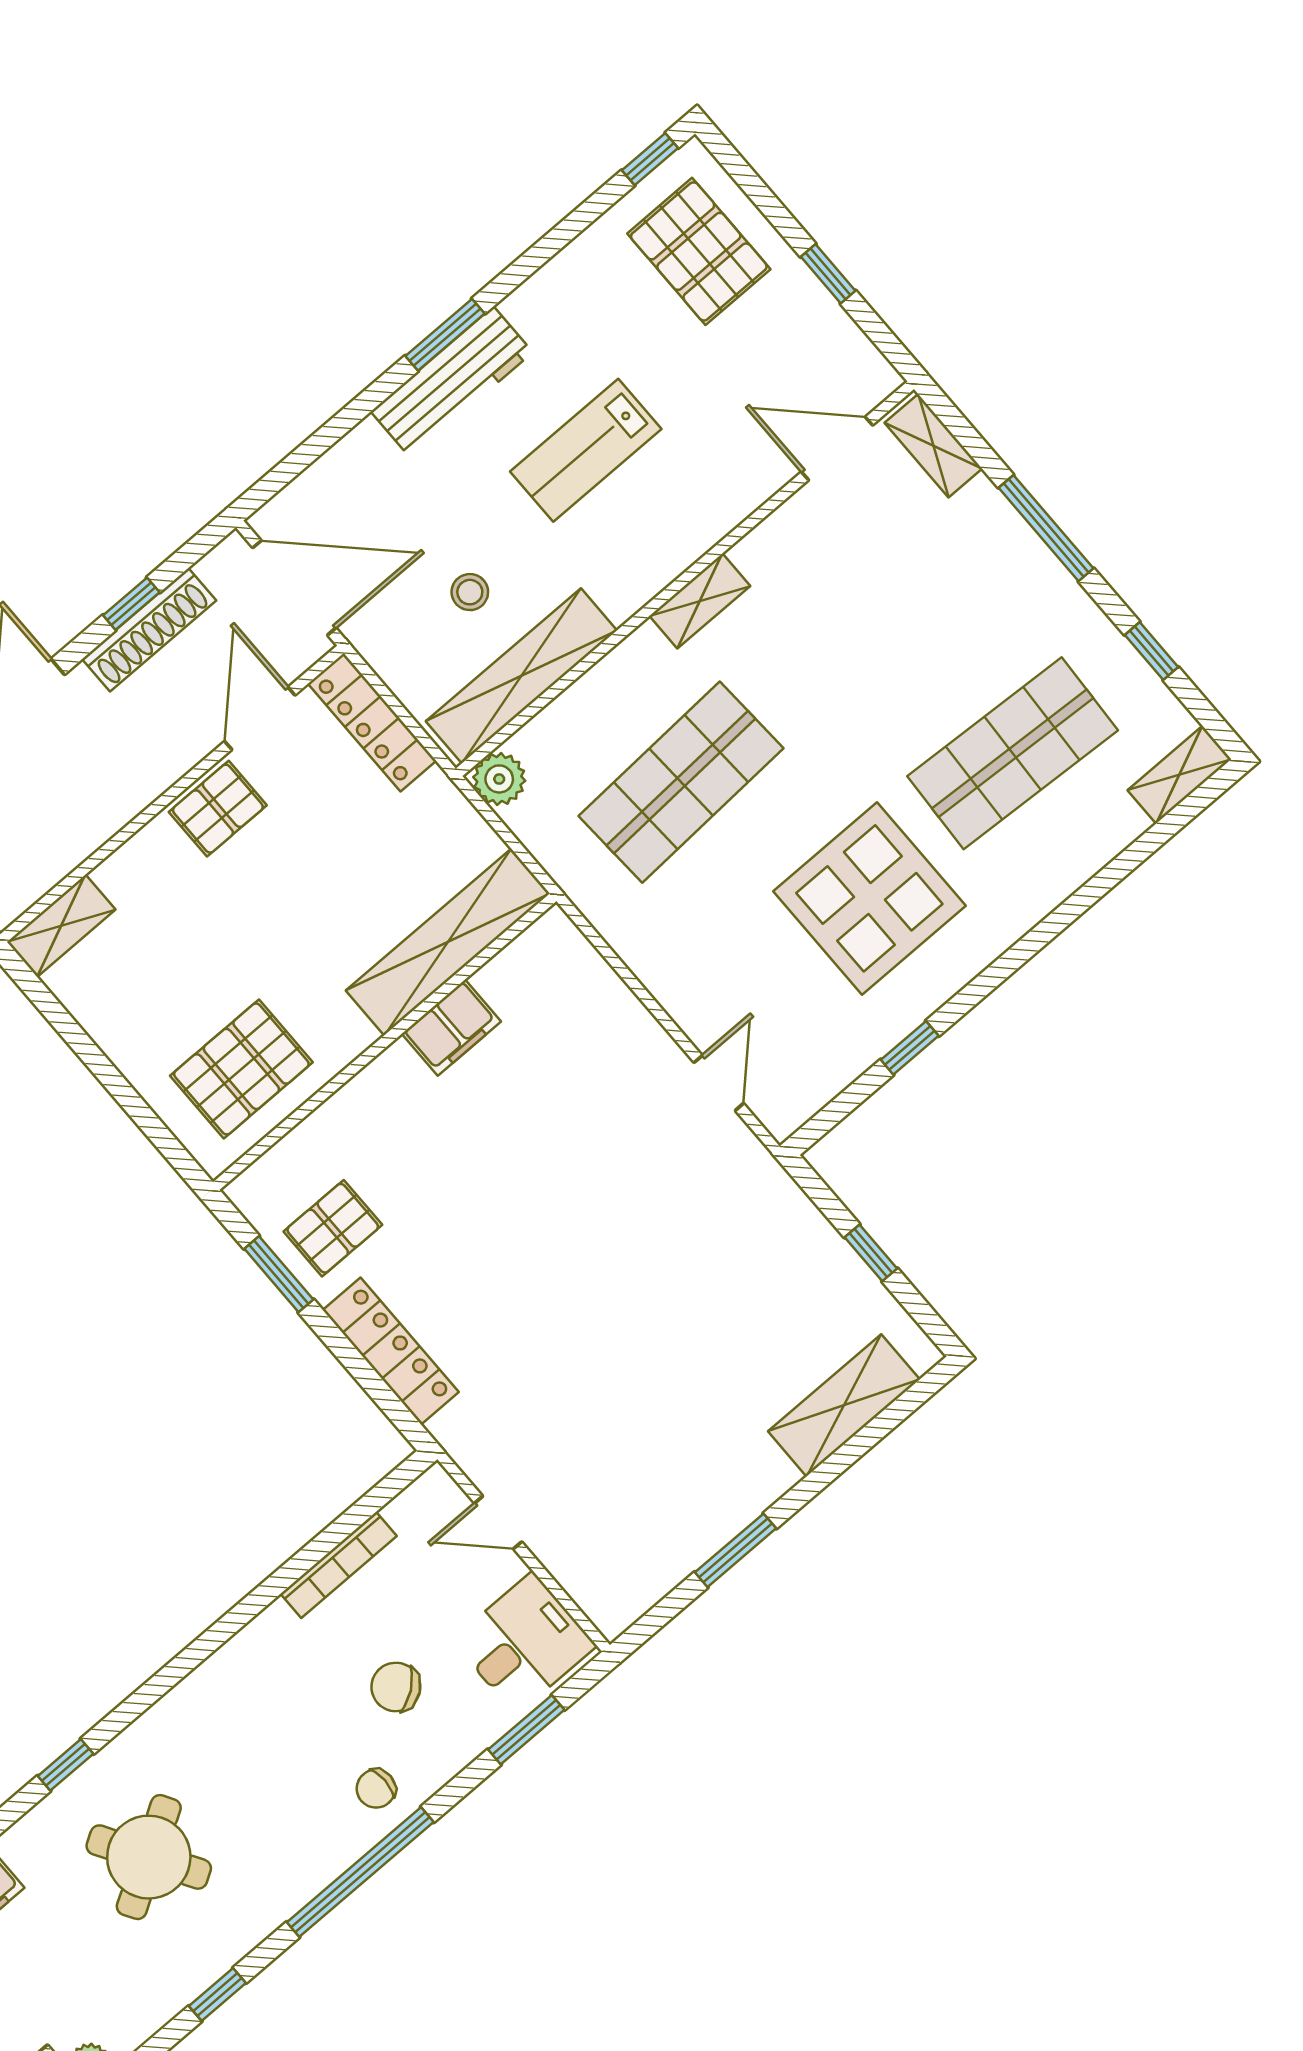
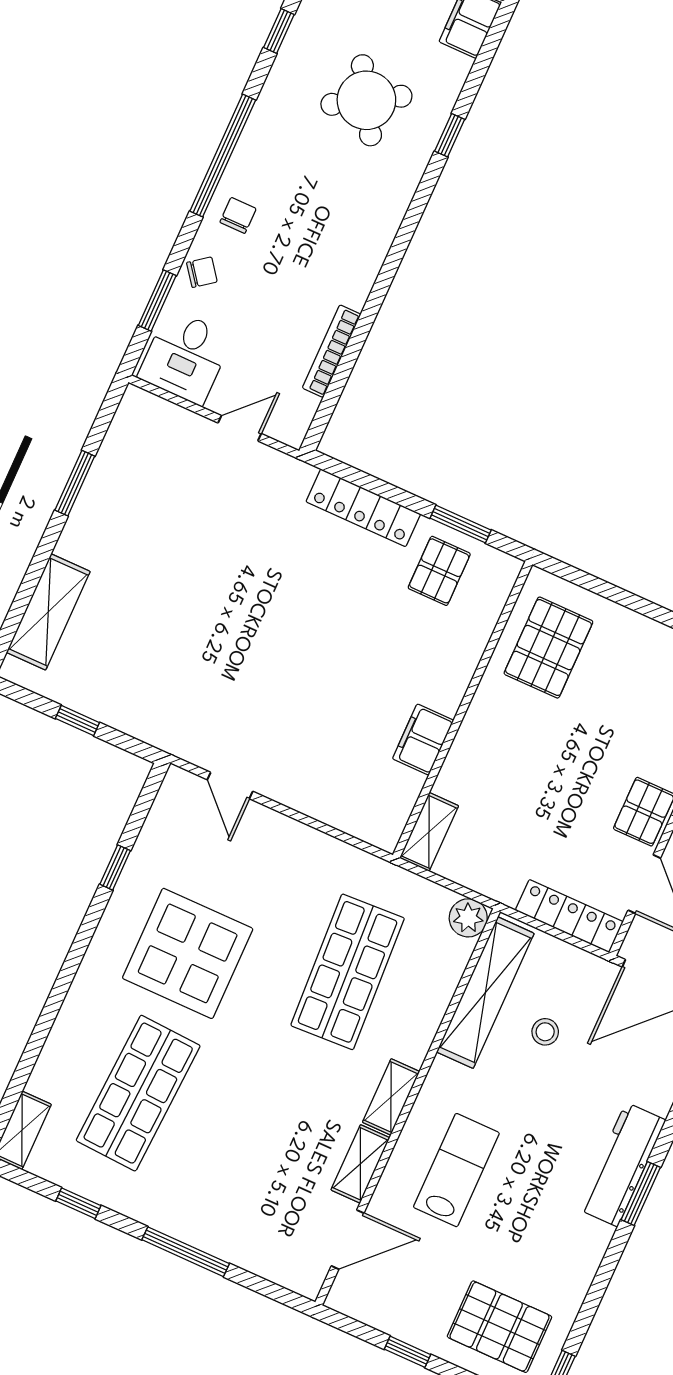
shelving: (933, 446) -> (360, 1164), moved, turned 90
lab bench: (586, 450) -> (456, 1170), moved
shelving: (448, 942) -> (429, 832), width x0.45, depth x0.75
chair: (396, 1687) -> (202, 272), moved, width x0.73, depth x0.73

